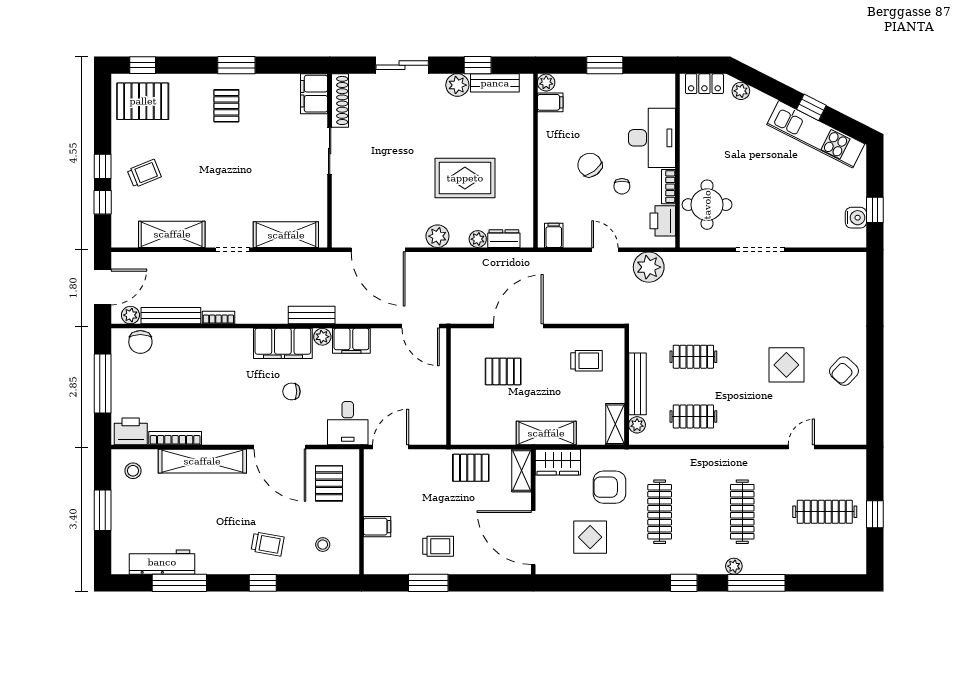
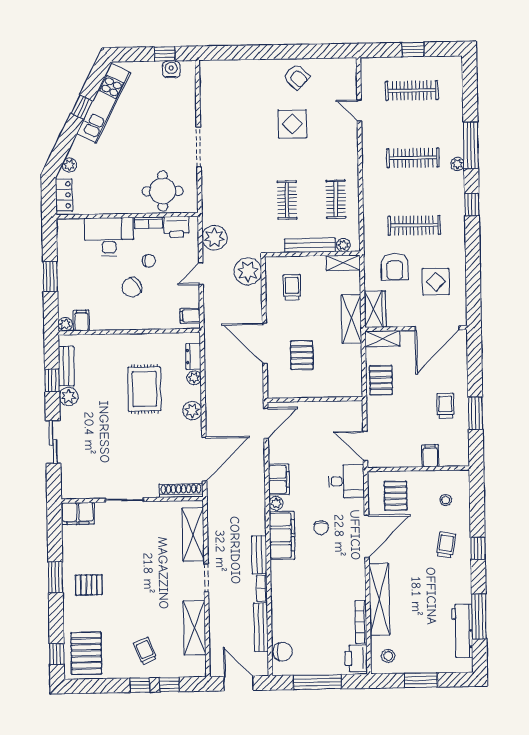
shoe rack: (340, 100) -> (181, 490), moved
plant: (130, 315) -> (248, 271), moved, width x1.87, depth x1.87
bench: (312, 315) -> (259, 555), moved
pallet: (329, 483) -> (396, 496), turned 90
clothes rail: (825, 512) -> (412, 90), turned 90

